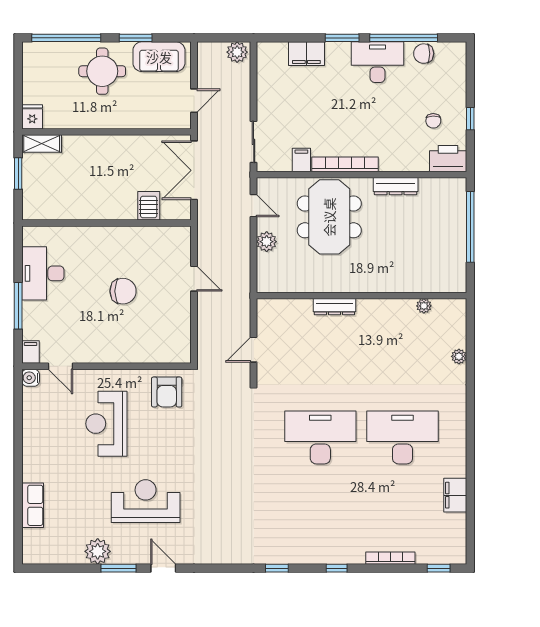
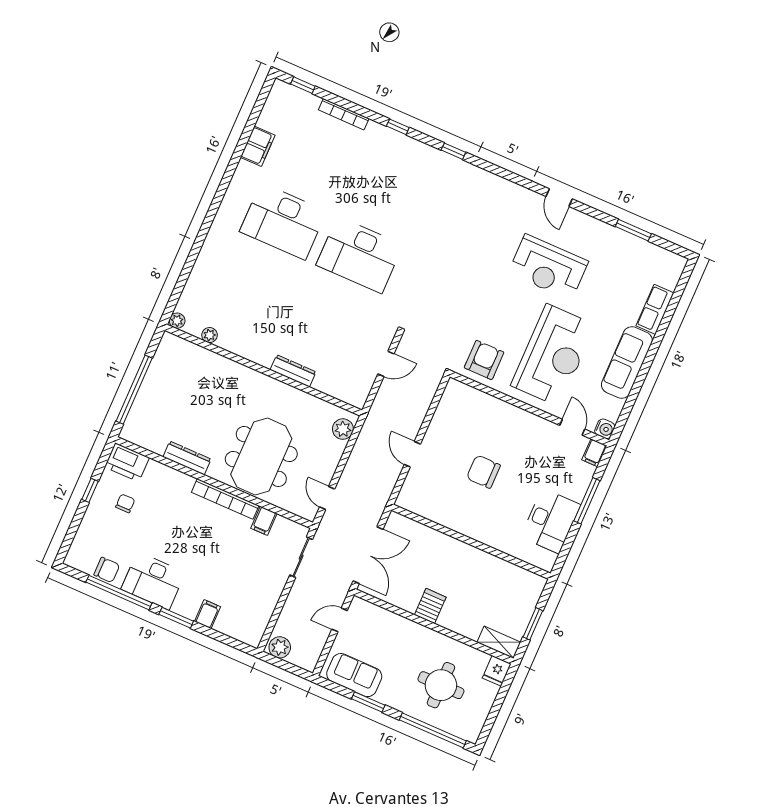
filing cabinet: (306, 54) -> (207, 614), width x0.50
round table: (102, 71) -> (441, 685), moved
server rack: (149, 206) -> (430, 606), moved, turned 180
plant: (267, 242) -> (343, 429), moved
plant: (459, 356) -> (177, 321), moved
reception desk: (106, 424) -> (553, 355), width x1.36, depth x1.30
sofa: (37, 446) -> (627, 363), added
plant: (98, 551) -> (613, 240), removed
window: (119, 568) -> (633, 230), moved

